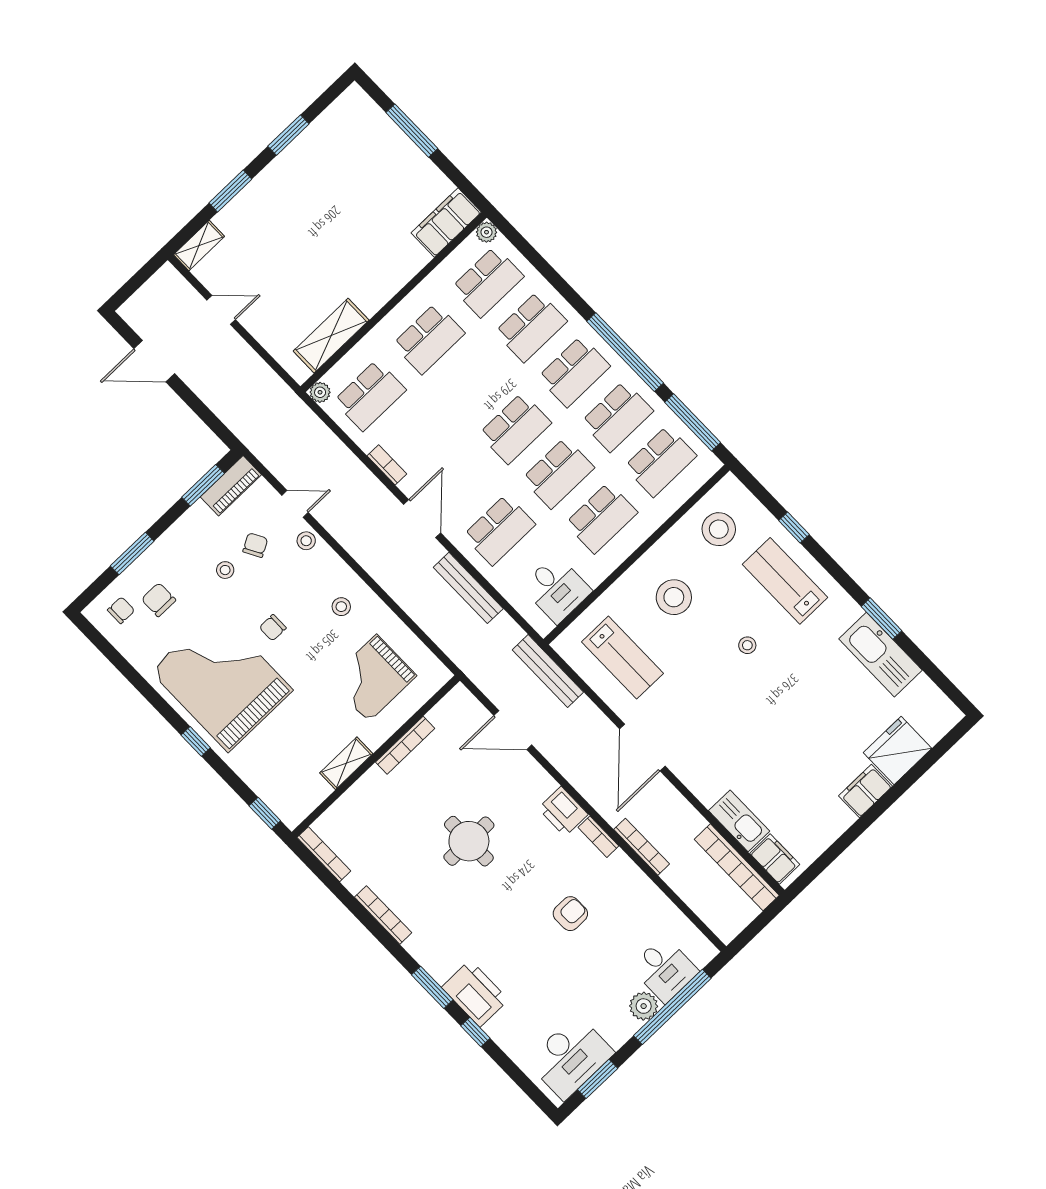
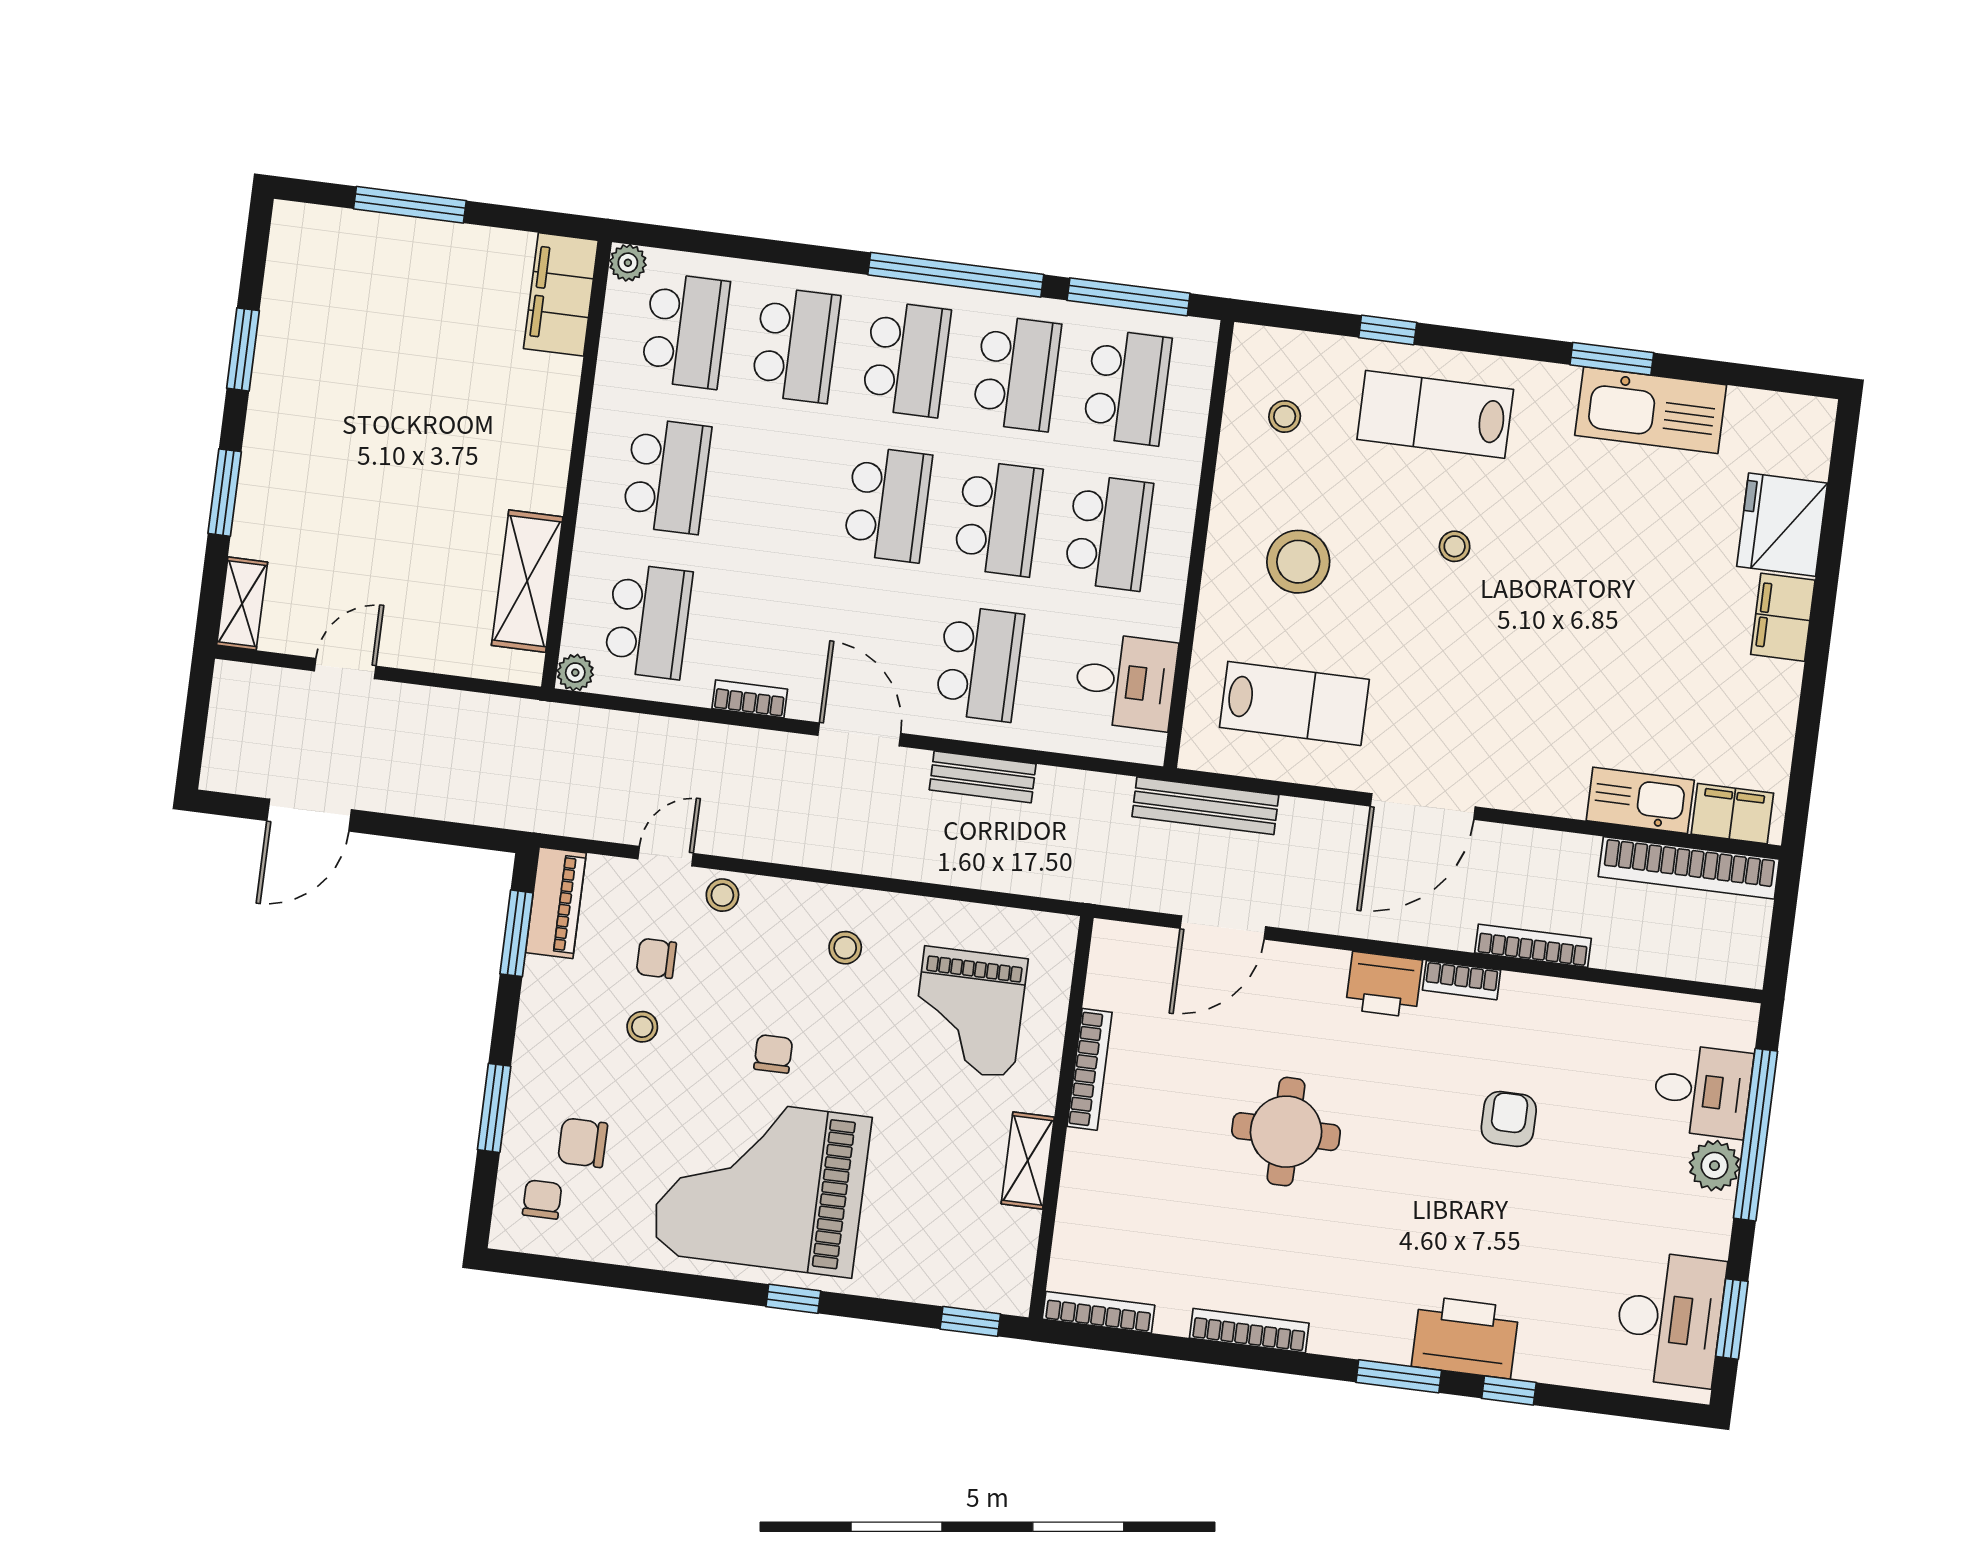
stool: (719, 529) -> (1285, 416), width x0.53, depth x0.53
chair: (255, 545) -> (656, 958), turned -61
bench: (468, 588) -> (983, 777), width x0.73
chair: (273, 628) -> (773, 1054), turned 180
door: (642, 747) -> (1423, 807), hinge flipped

